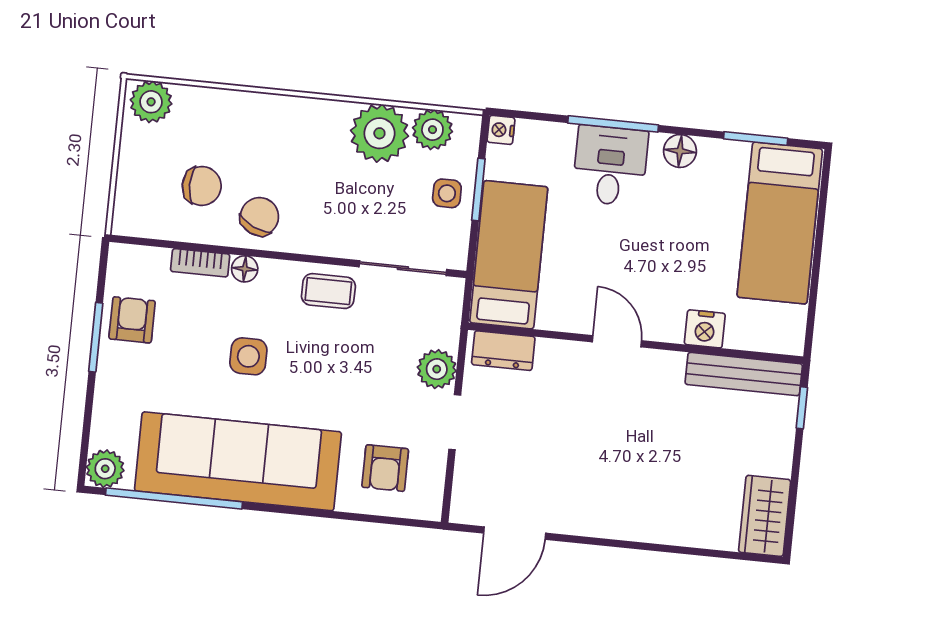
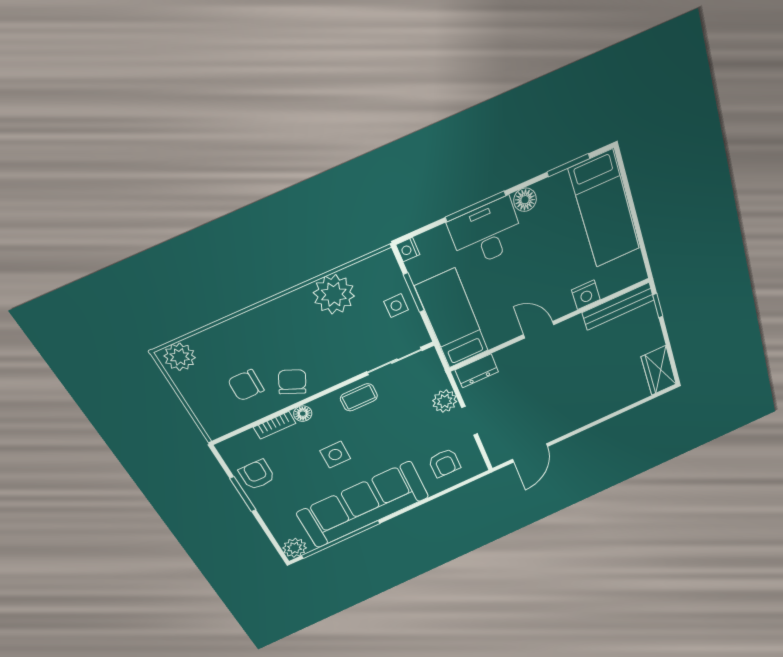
plant: (432, 130) -> (365, 274), removed
desk: (610, 166) -> (486, 233), width x1.37
chair: (202, 186) -> (246, 385), turned 180

